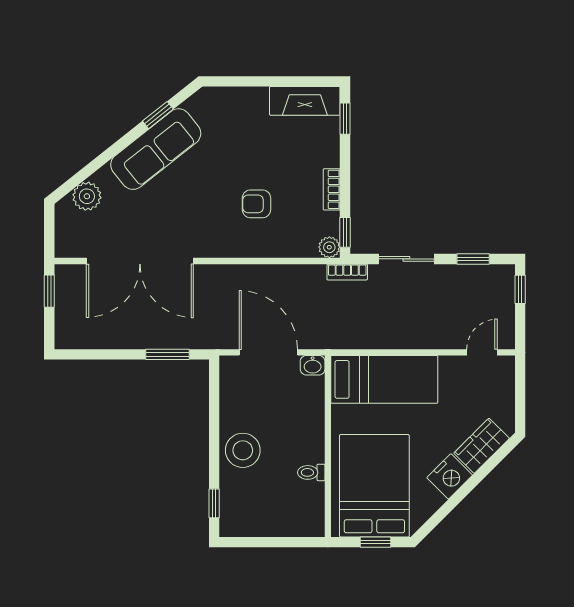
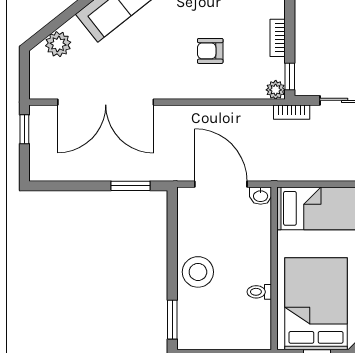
window: (214, 503) -> (172, 320), width x1.50

